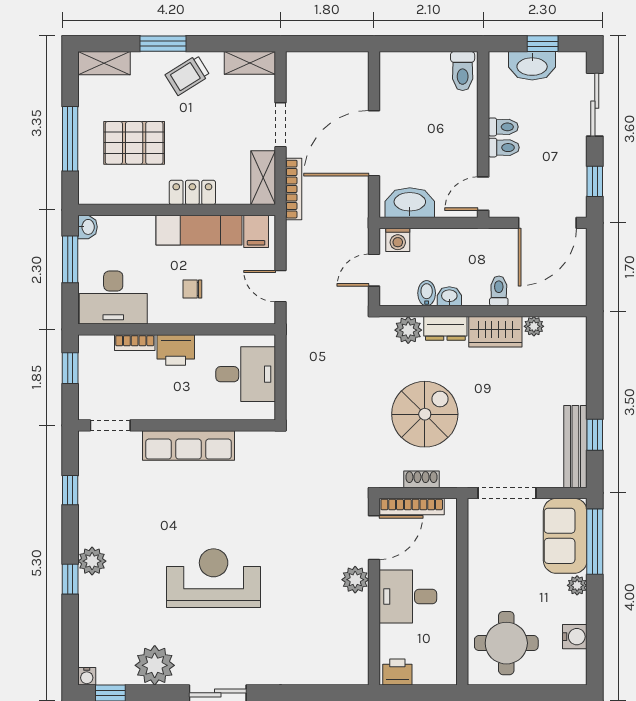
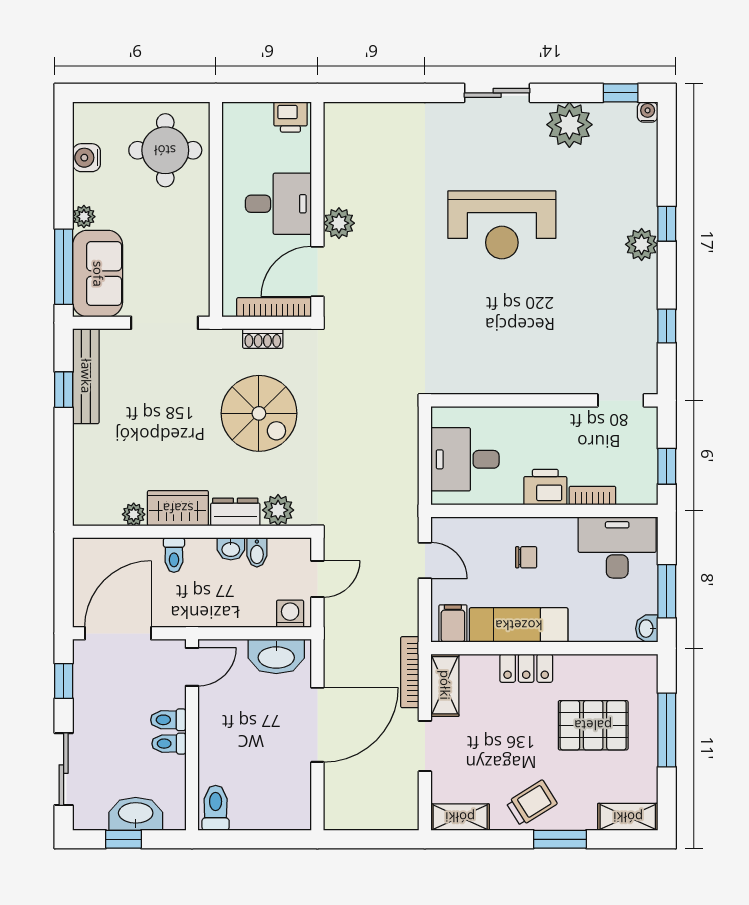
spiral stairs: (425, 414) -> (259, 413), turned -90
row of seats: (188, 445) -> (531, 377), removed

